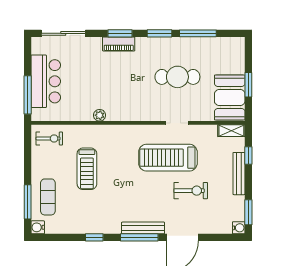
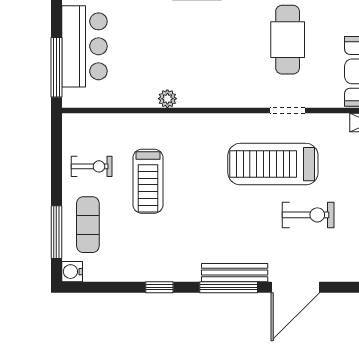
cafe table: (177, 77) -> (288, 40), turned 90
exercise bike: (49, 138) -> (92, 166), moved

